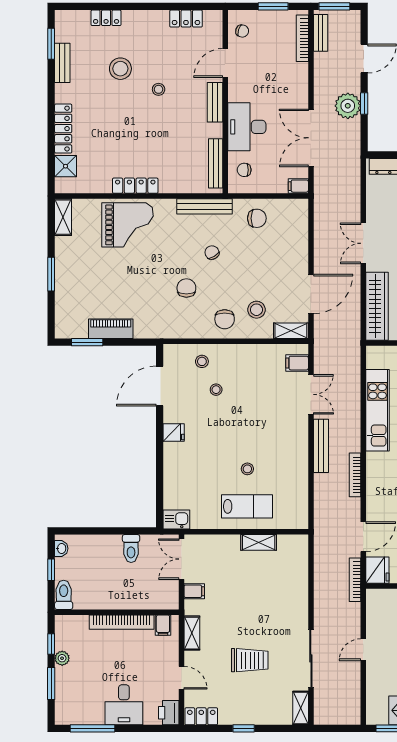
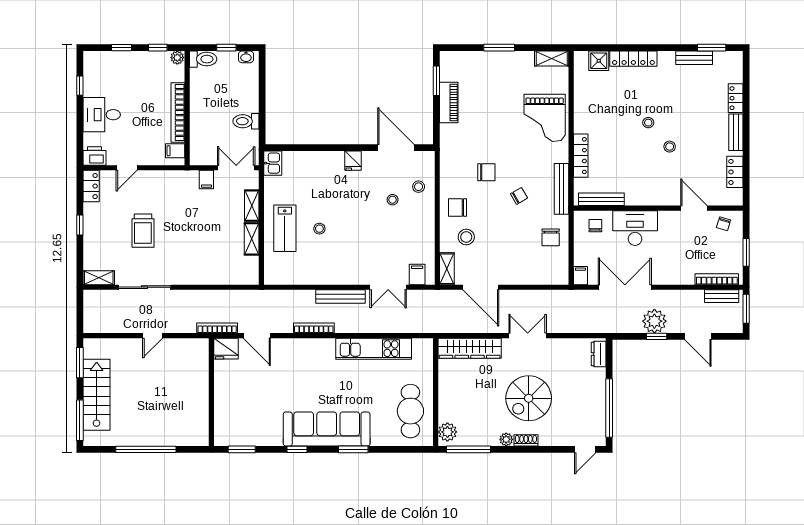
stool: (120, 69) -> (648, 123), moved, width x0.53, depth x0.53
bench: (215, 102) -> (736, 132), moved, turned 90
locker: (135, 186) -> (581, 156), moved
shelving: (192, 633) -> (252, 206), moved, turned 90
door: (363, 650) -> (153, 336), swing flipped
plant: (62, 658) -> (177, 58), moved
window: (51, 683) -> (121, 48), width x0.67
window: (92, 728) -> (80, 86), width x0.46

